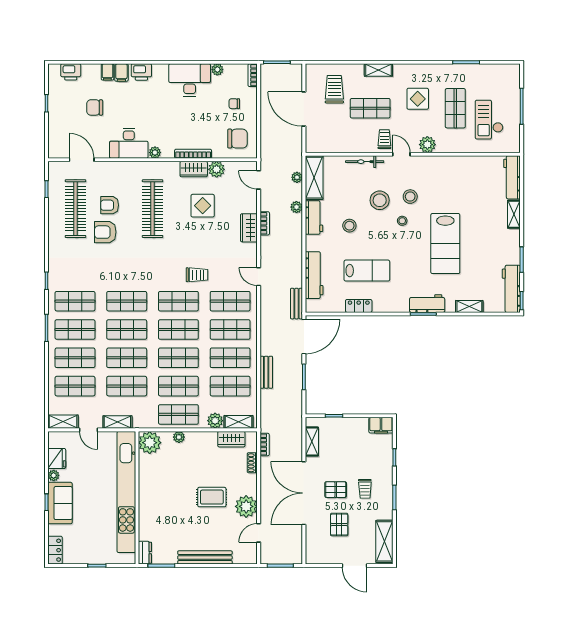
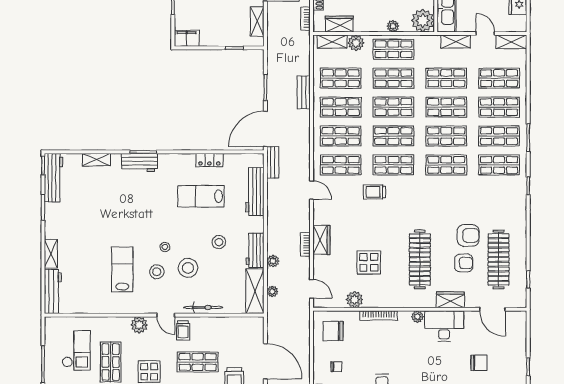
wardrobe: (194, 169) -> (450, 300), moved
lab bench: (445, 244) -> (122, 269), moved, width x0.73, depth x0.72

